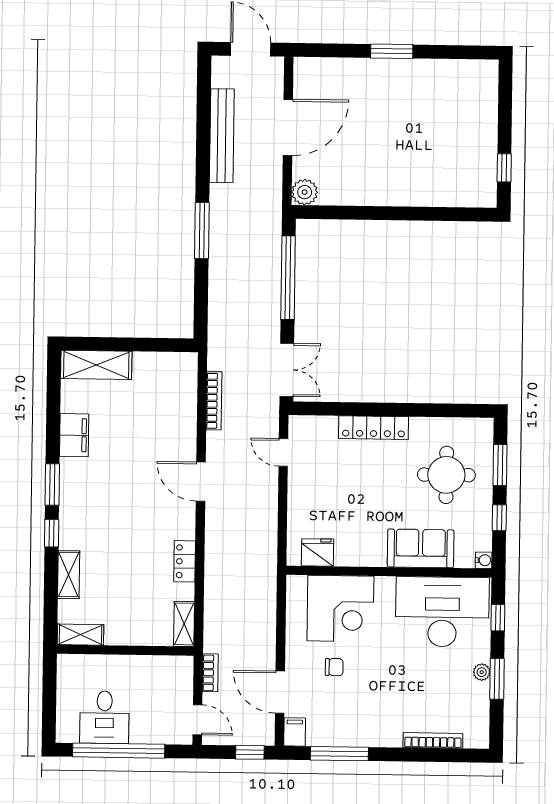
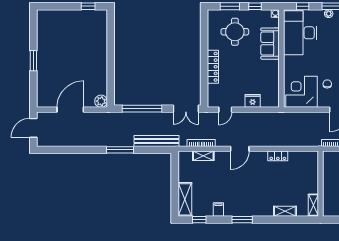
door: (288, 127) -> (70, 110), hinge flipped
bench: (222, 136) -> (156, 141), moved
double door: (287, 370) -> (186, 109), swing flipped
filing cabinet: (74, 435) -> (218, 209), width x0.50
window: (52, 533) -> (199, 220), moved
fridge: (317, 552) -> (253, 101), moved, turned 90
corner desk: (340, 608) -> (301, 92), moved, turned -90
shelving: (184, 624) -> (203, 156), moved

